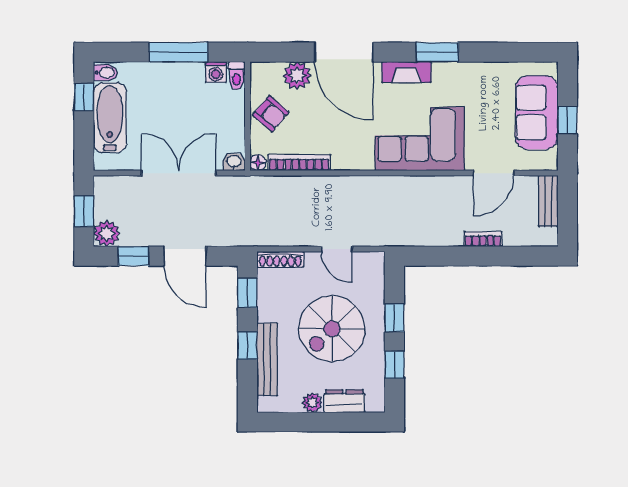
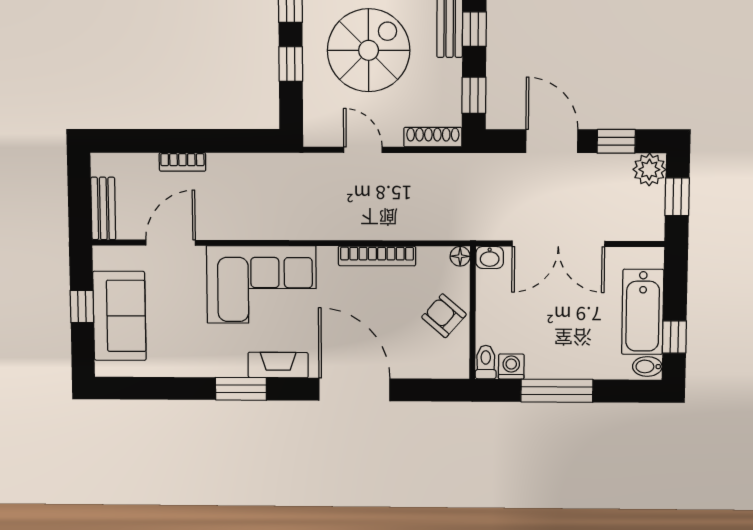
plant: (297, 76) -> (412, 362), removed
bookcase: (299, 163) -> (377, 256), moved

